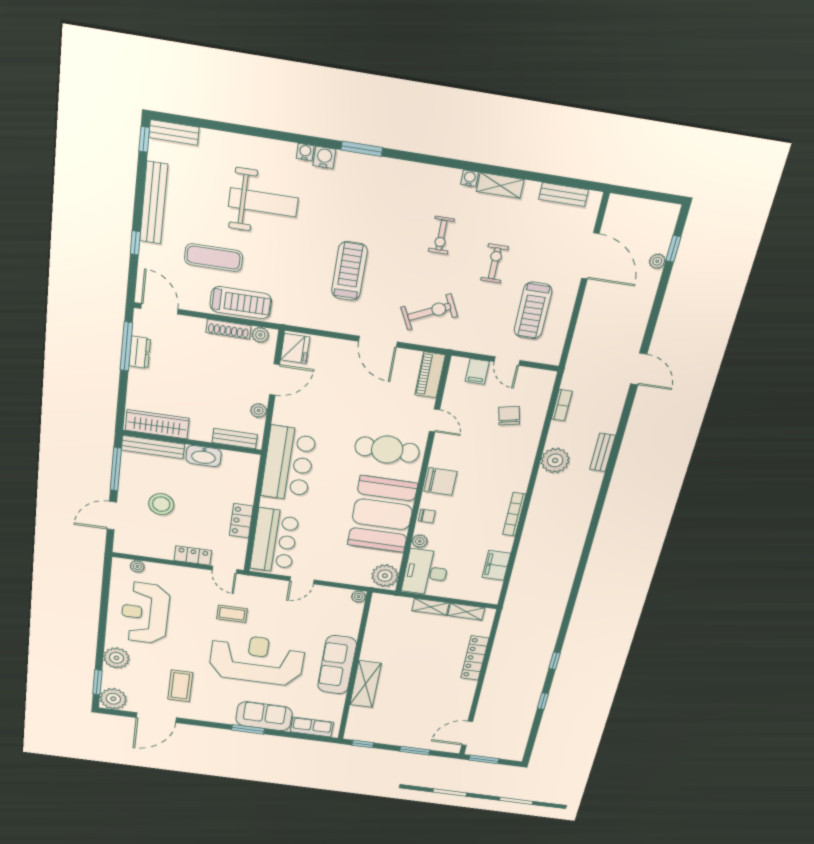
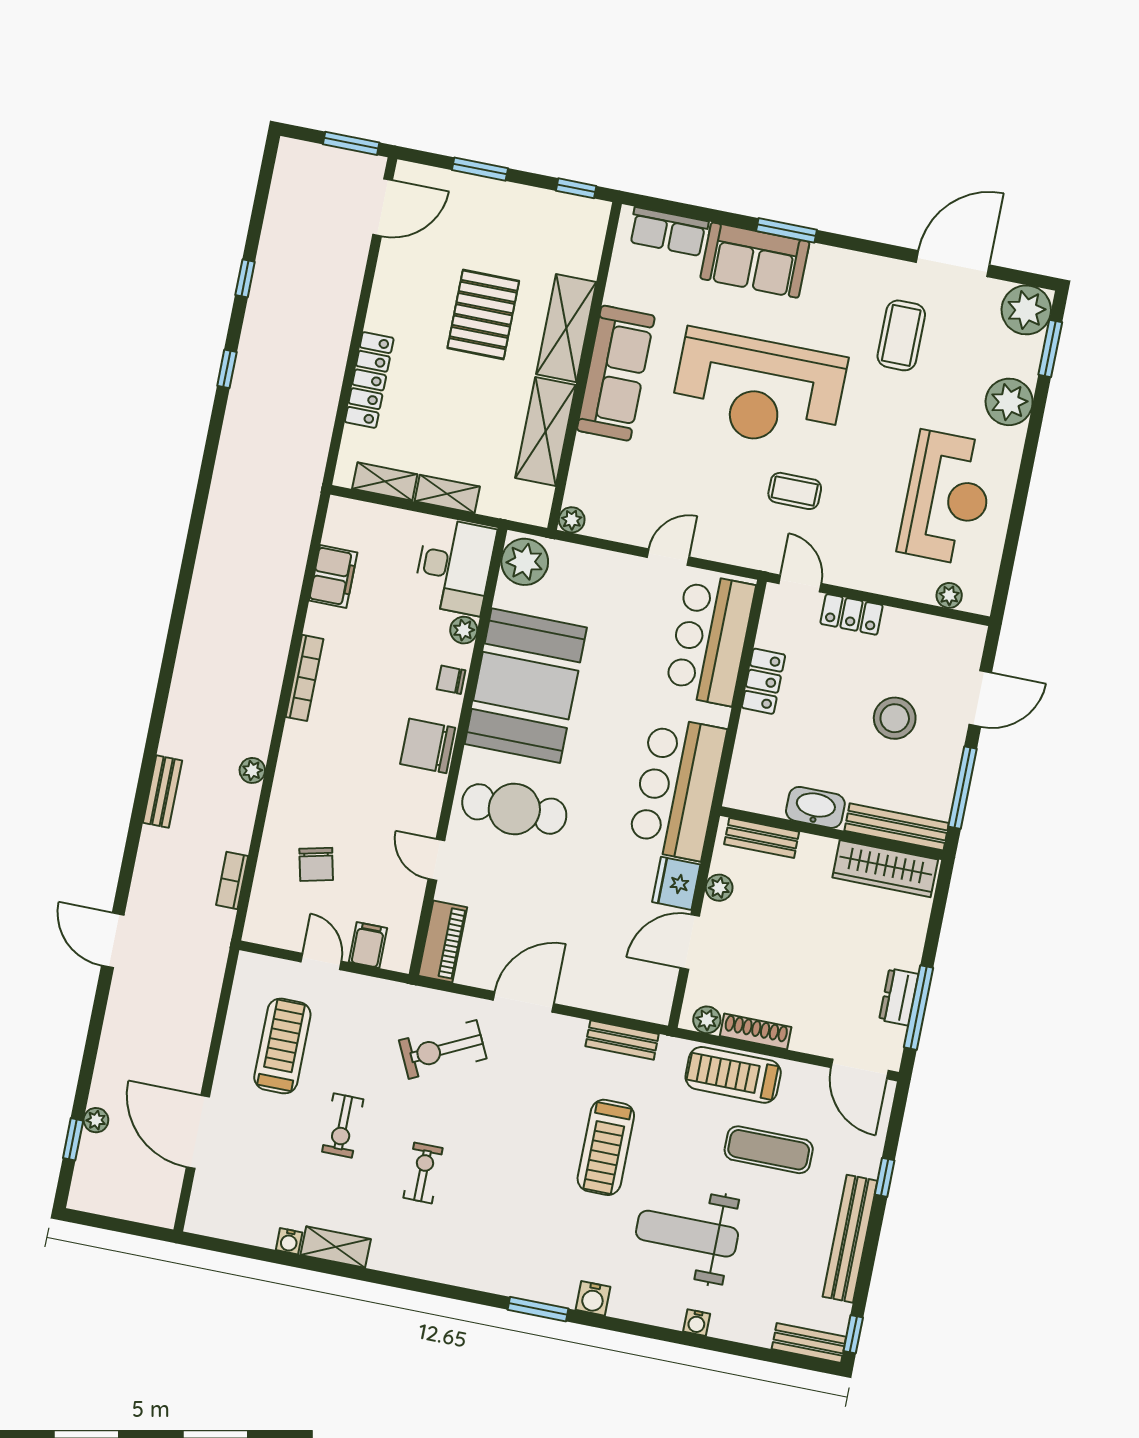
water cooler: (305, 152) -> (697, 1323), moved
water cooler: (470, 178) -> (289, 1241), moved
bench: (564, 195) -> (622, 1040), moved
treadmill: (349, 271) -> (606, 1147), moved
door: (378, 342) -> (524, 1002), hinge flipped
fridge: (295, 348) -> (676, 883), moved
plant: (555, 460) -> (252, 770), width x0.53, depth x0.53
shelving: (375, 637) -> (545, 431), added
pallet: (412, 689) -> (483, 314), added

